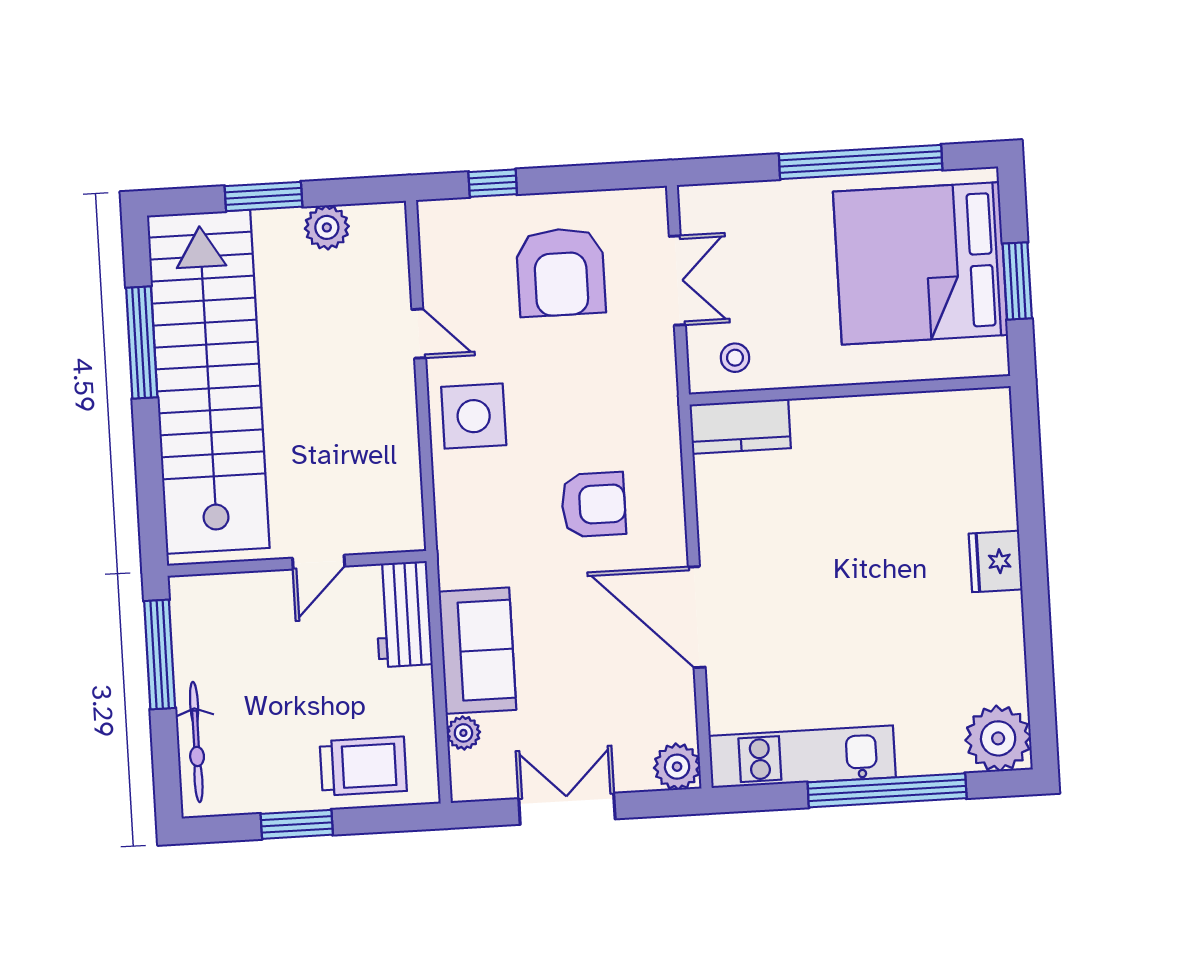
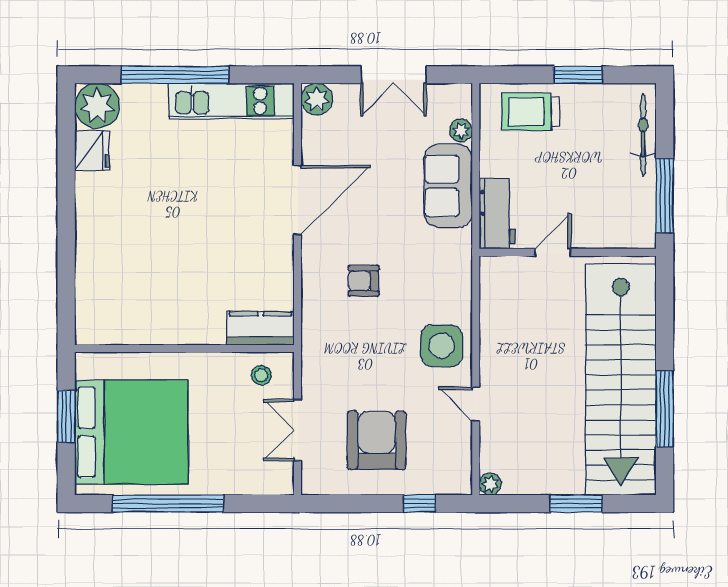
plant: (327, 227) -> (490, 484), moved, width x0.73, depth x0.73
armchair: (593, 504) -> (363, 281), width x0.72, depth x0.72
fridge: (996, 561) -> (92, 151), moved
door: (697, 617) -> (298, 200), hinge flipped

